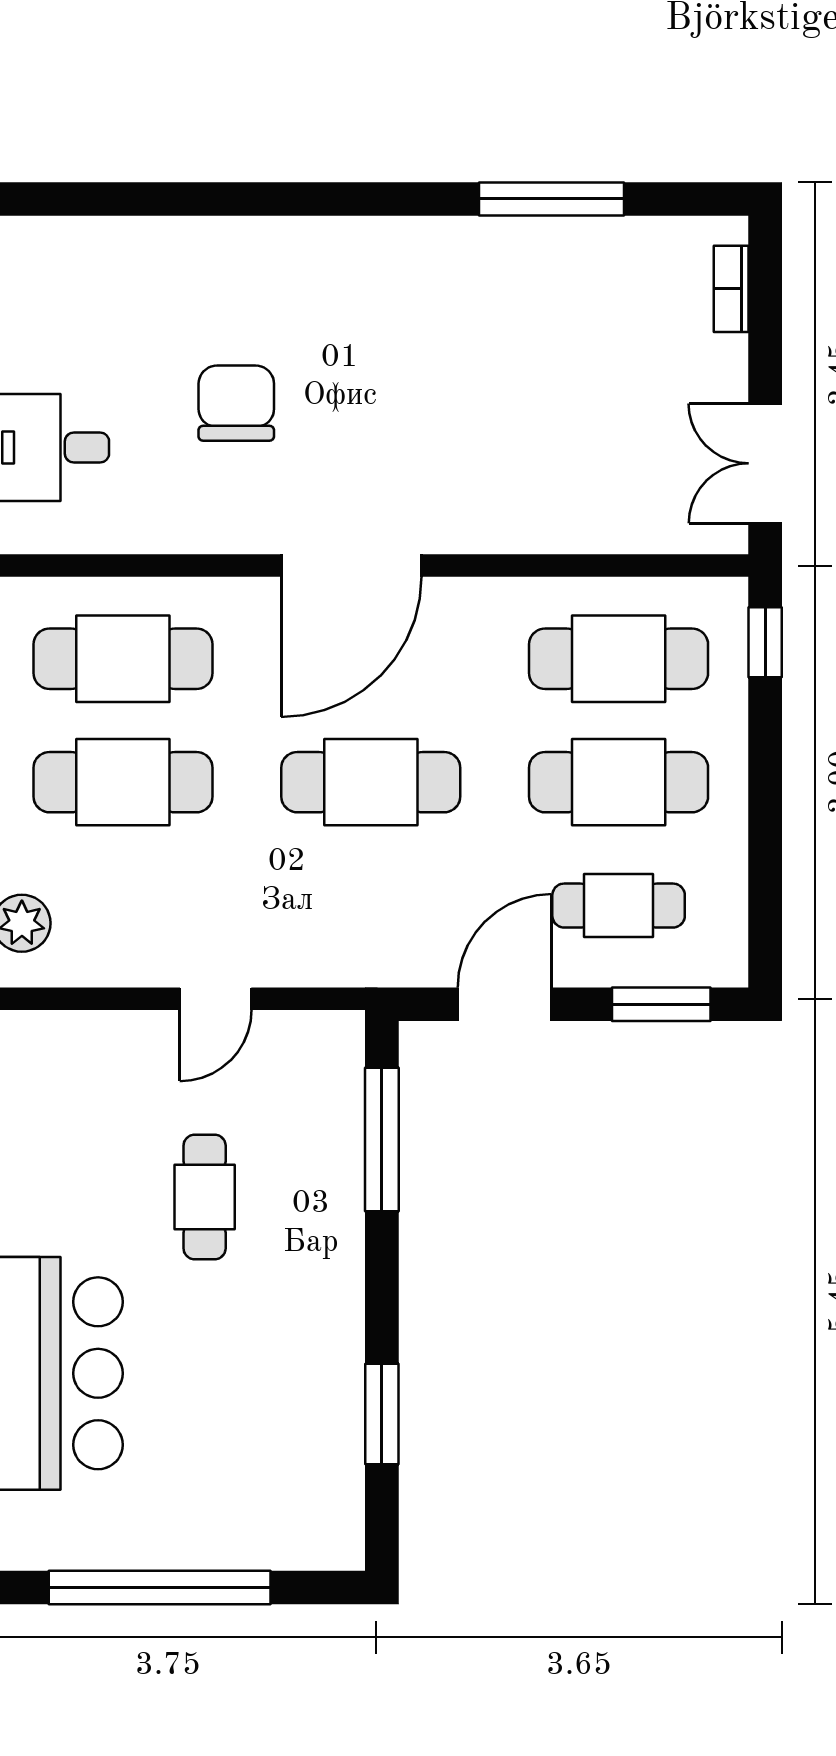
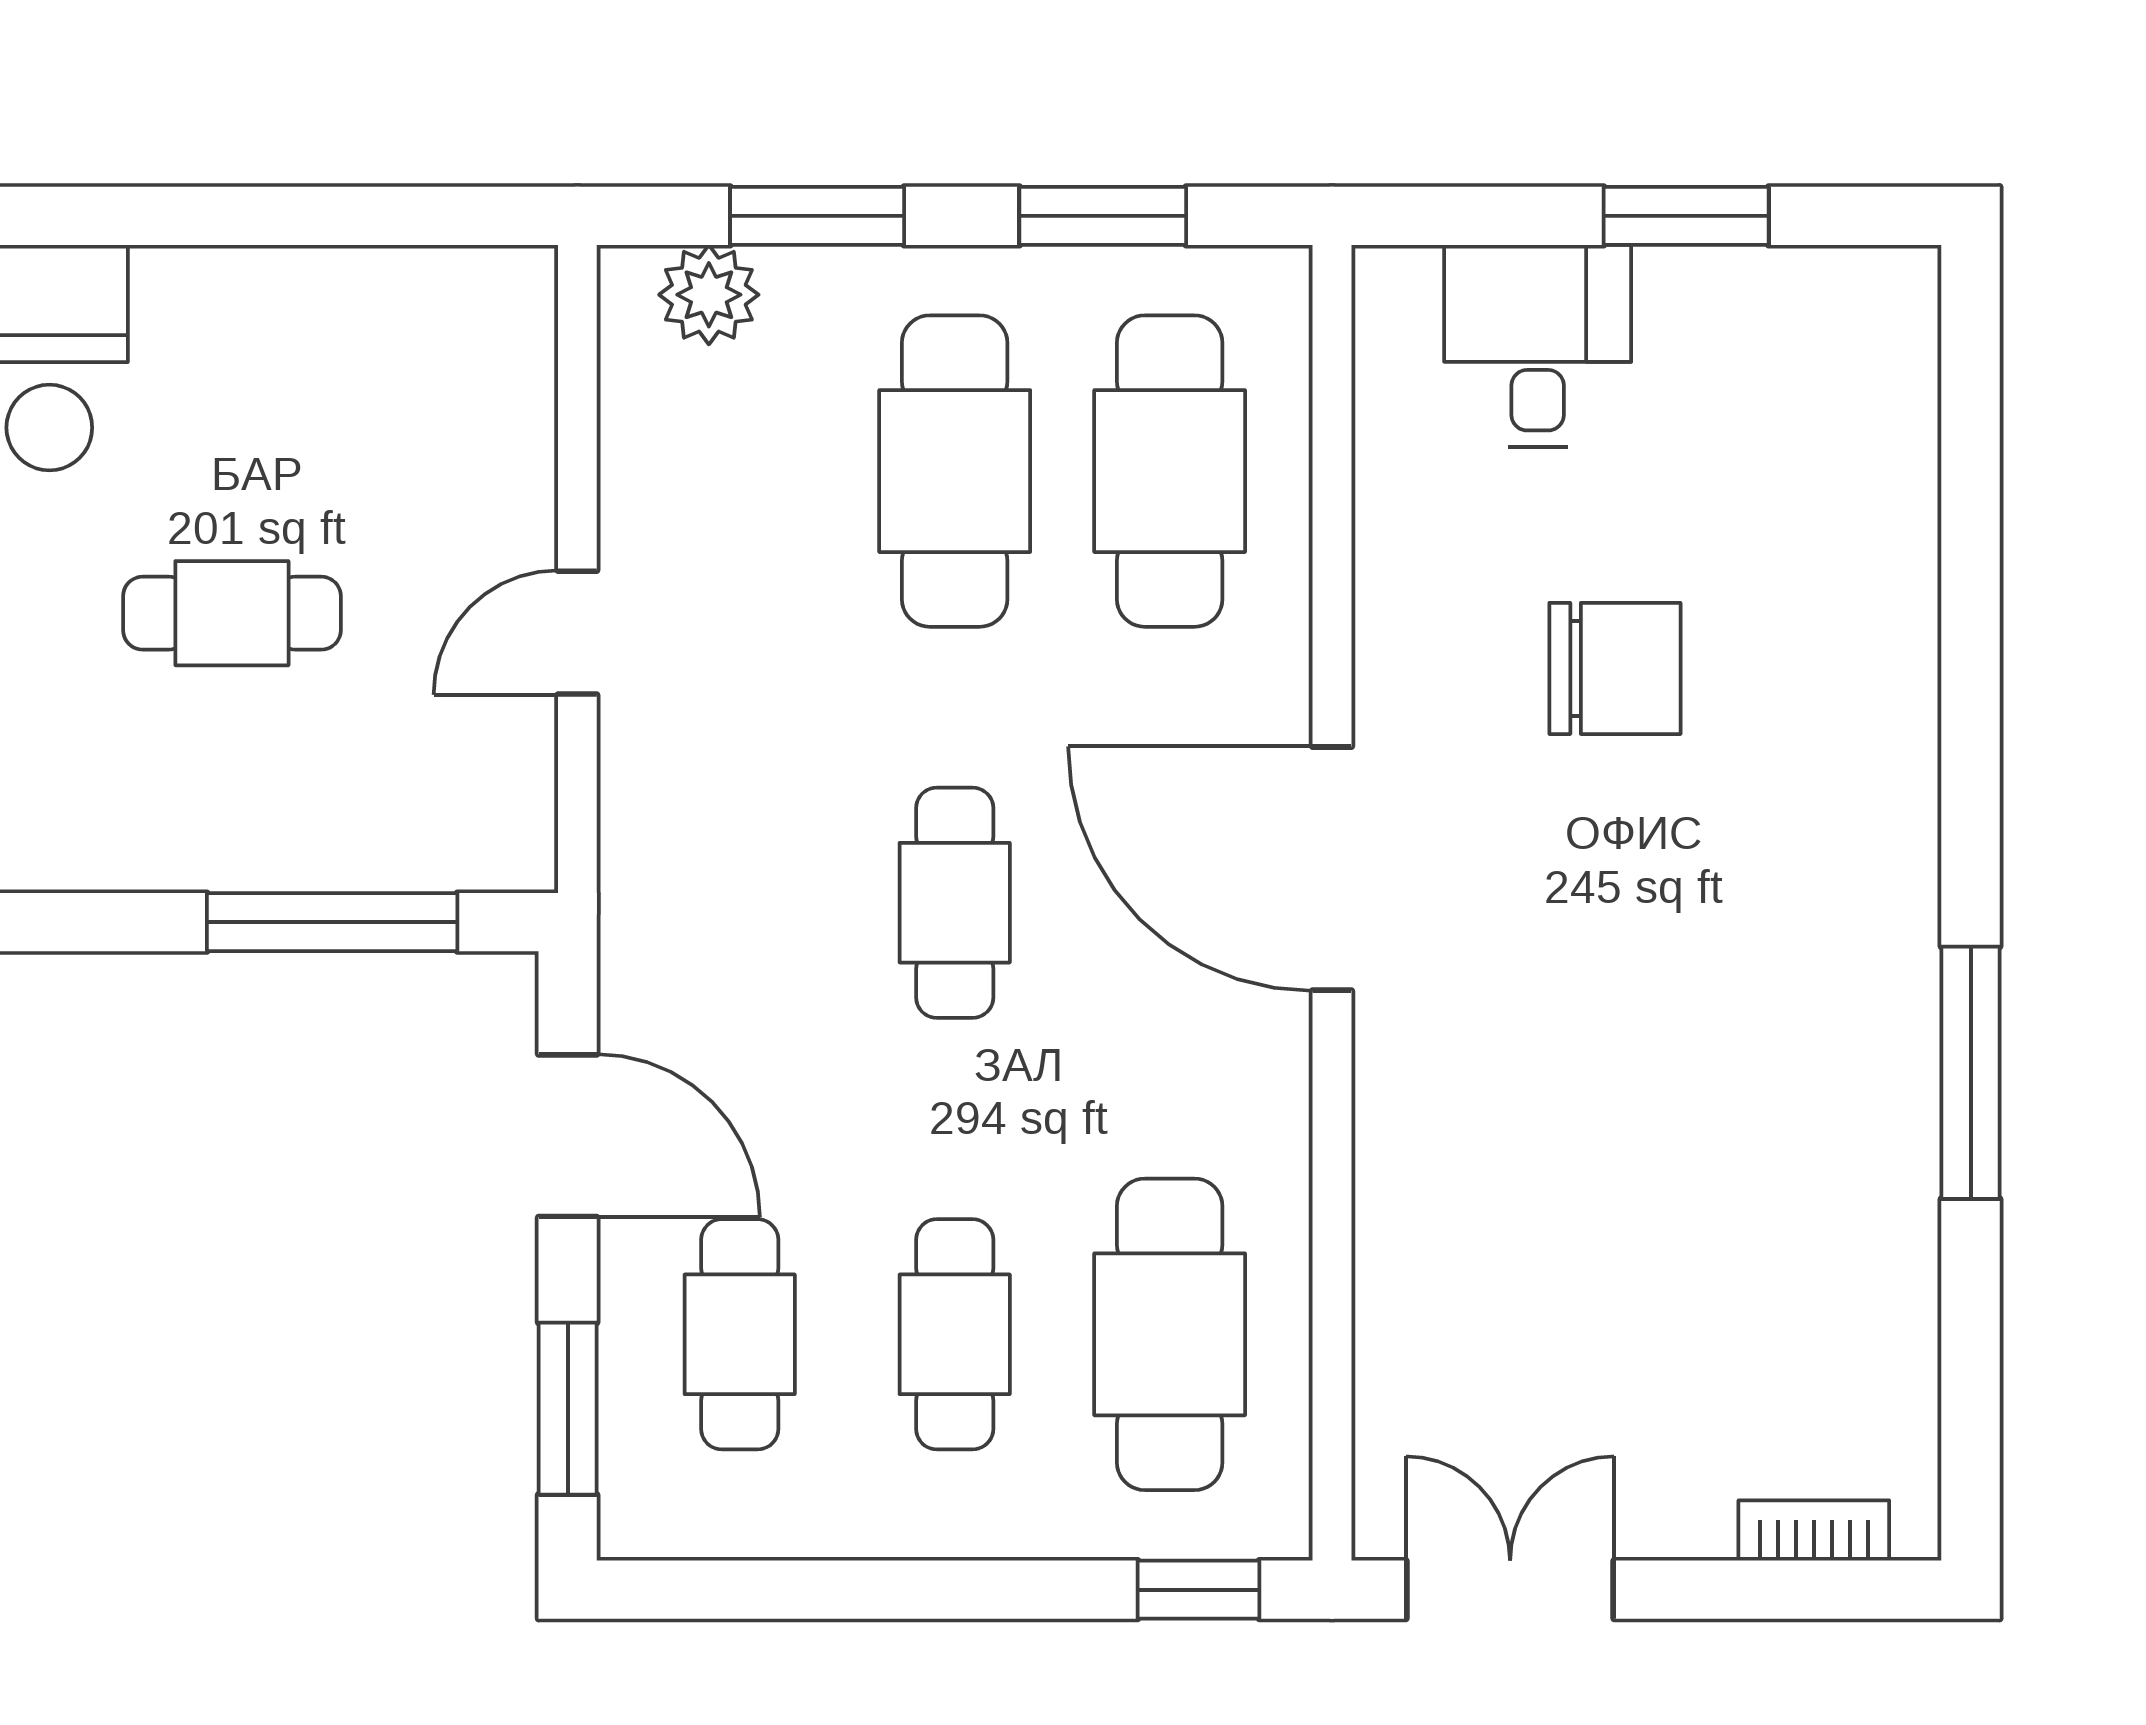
window: (551, 199) -> (1971, 1073), moved
cafe table: (371, 782) -> (955, 903), width x0.73, depth x0.74
cafe table: (619, 782) -> (955, 1334), width x0.73, depth x0.74
door: (216, 999) -> (577, 633), hinge flipped

